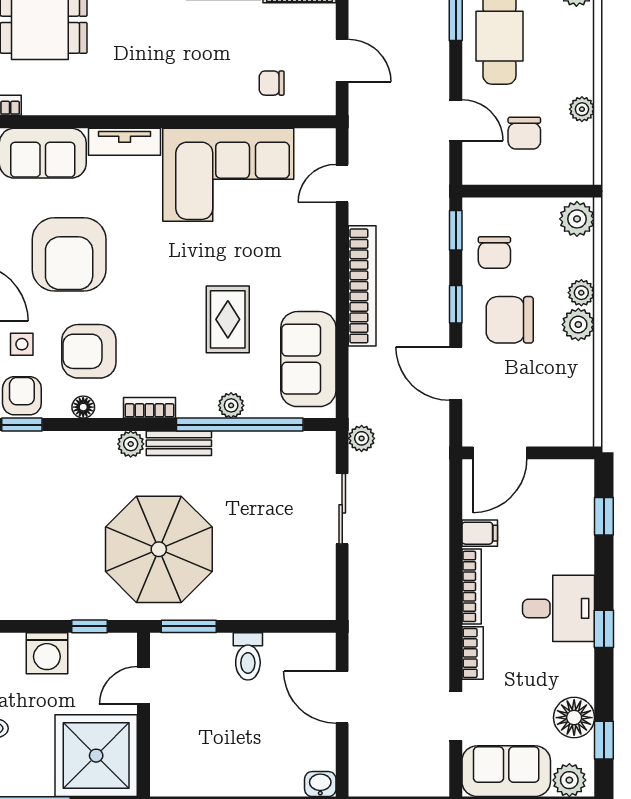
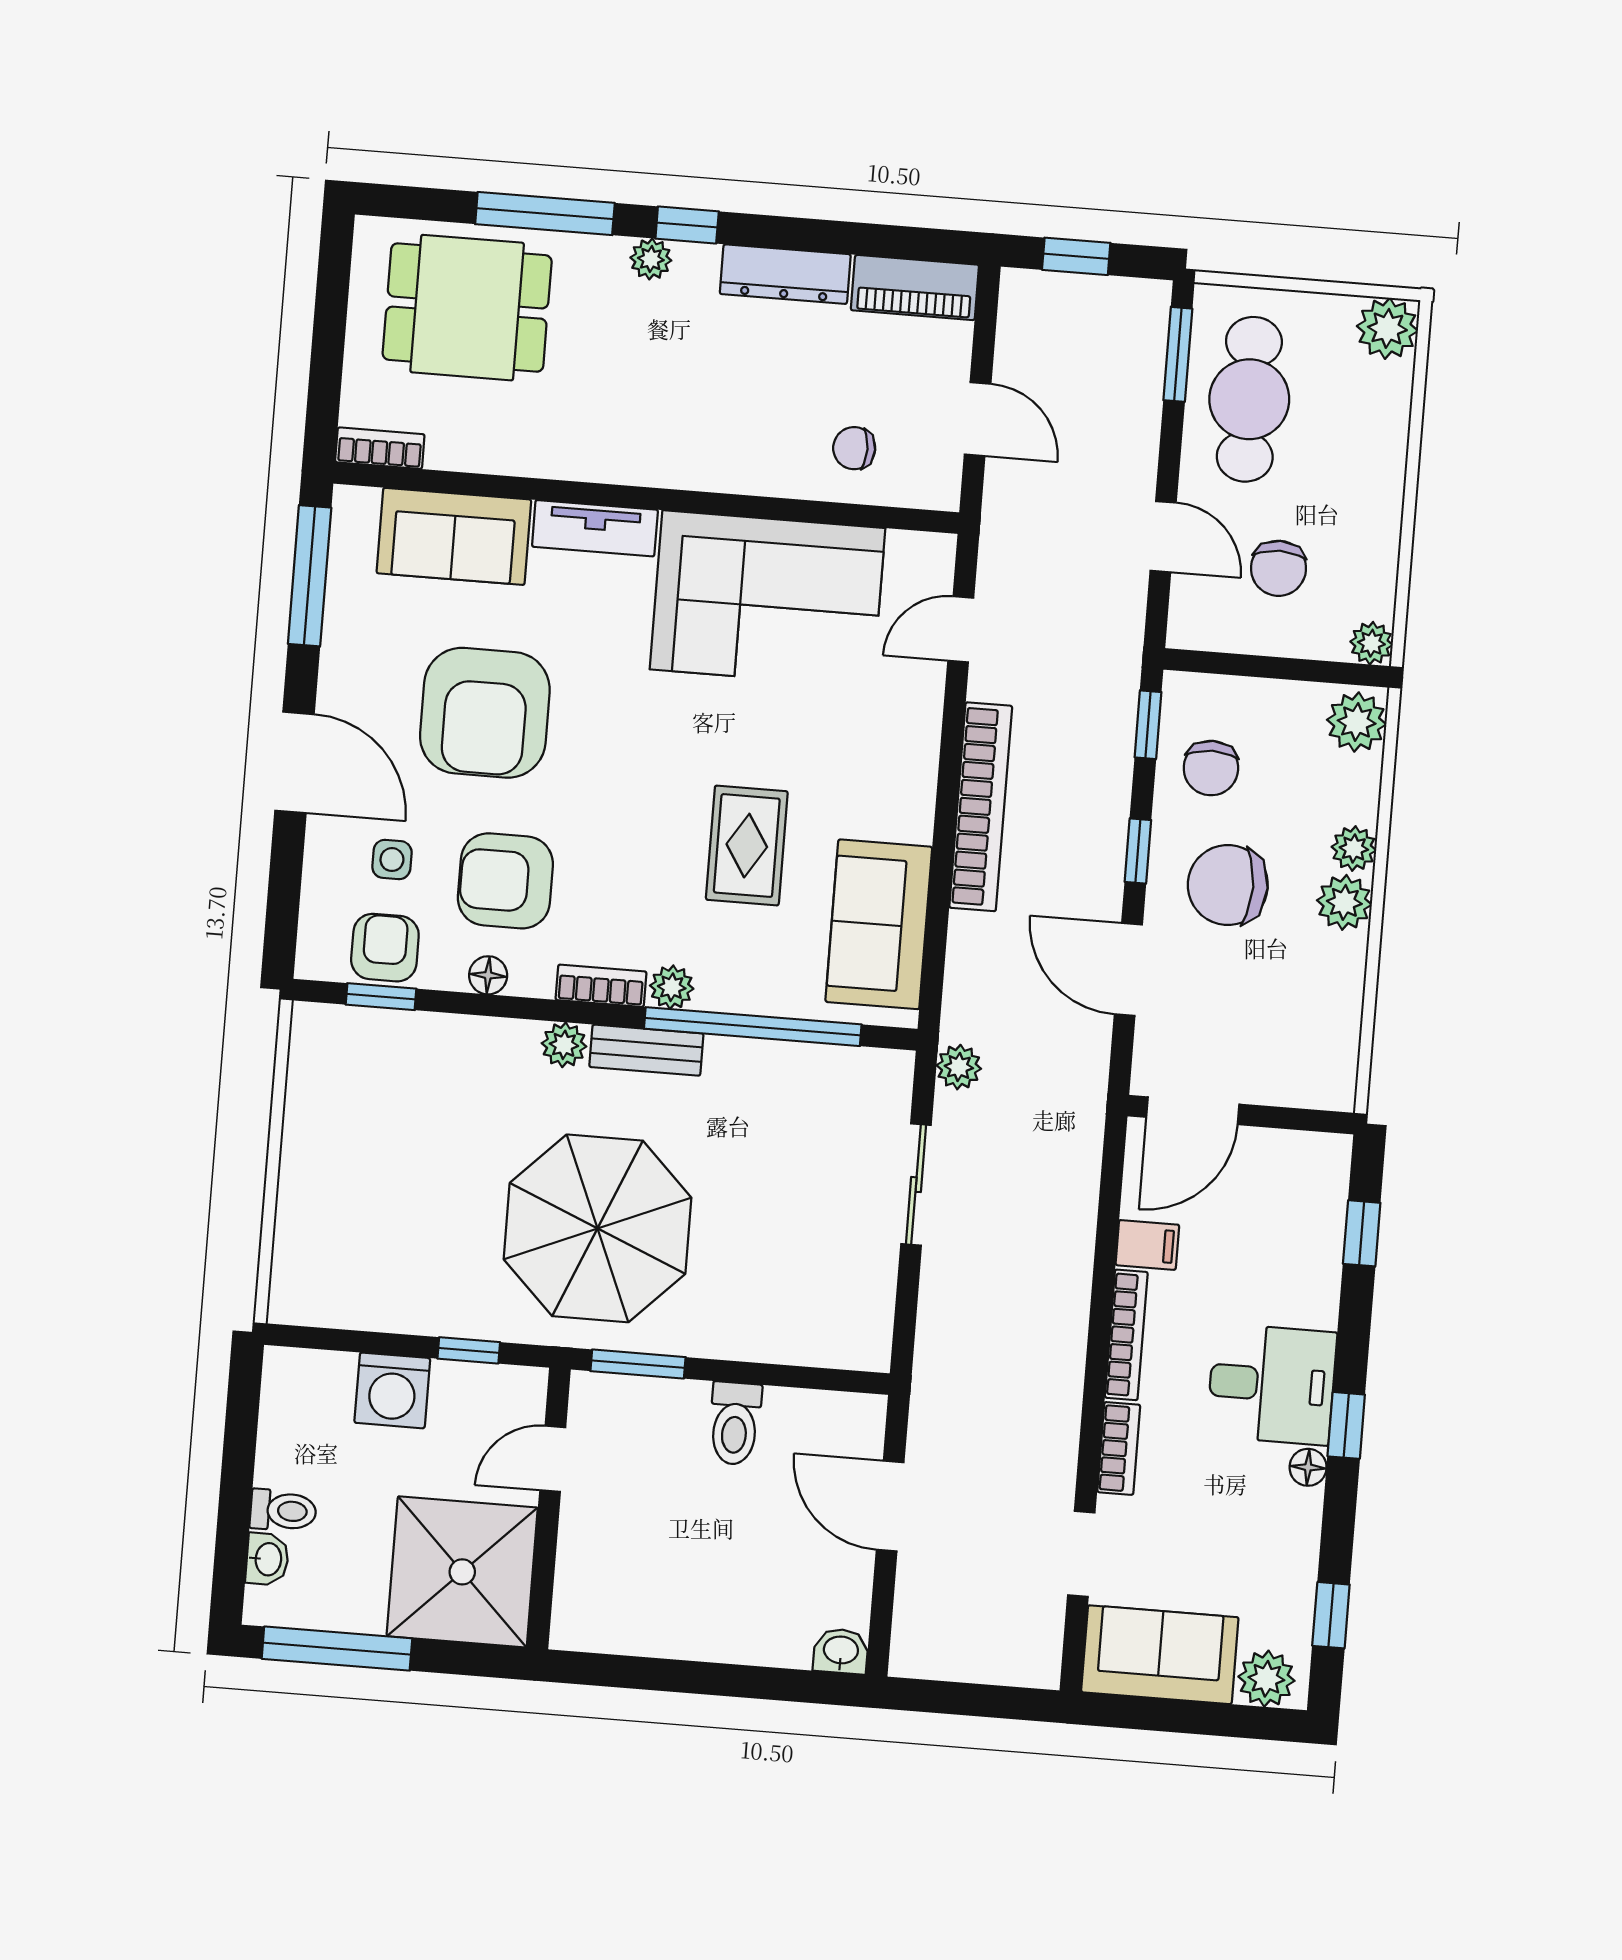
plant: (582, 109) -> (1371, 643), moved
plant: (231, 405) -> (672, 987), moved
floor lamp: (574, 718) -> (1308, 1467), moved, width x0.53, depth x0.53

